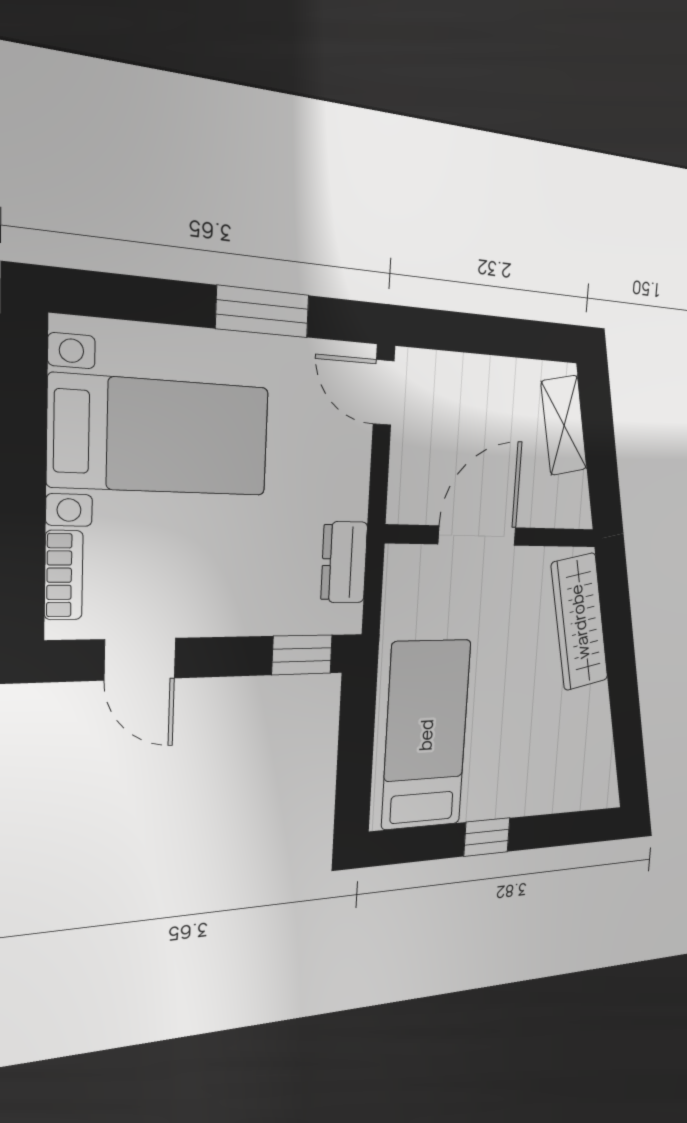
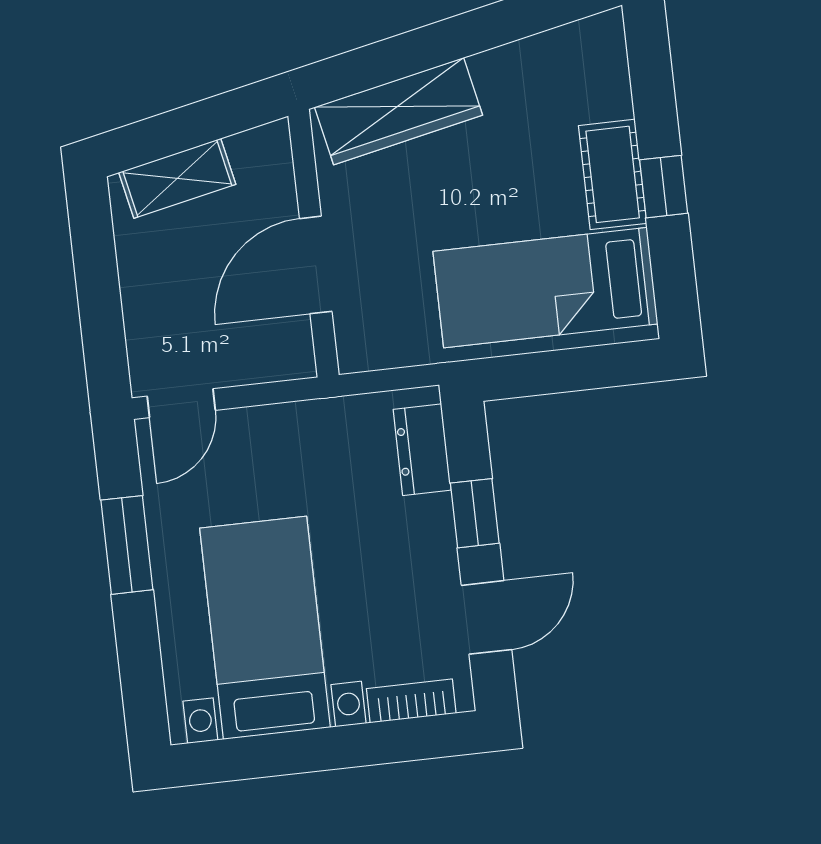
door: (477, 536) -> (316, 265), hinge flipped
dresser: (344, 562) -> (422, 450), moved, turned 90
window: (302, 655) -> (475, 513), moved
cot: (503, 795) -> (613, 174), added

